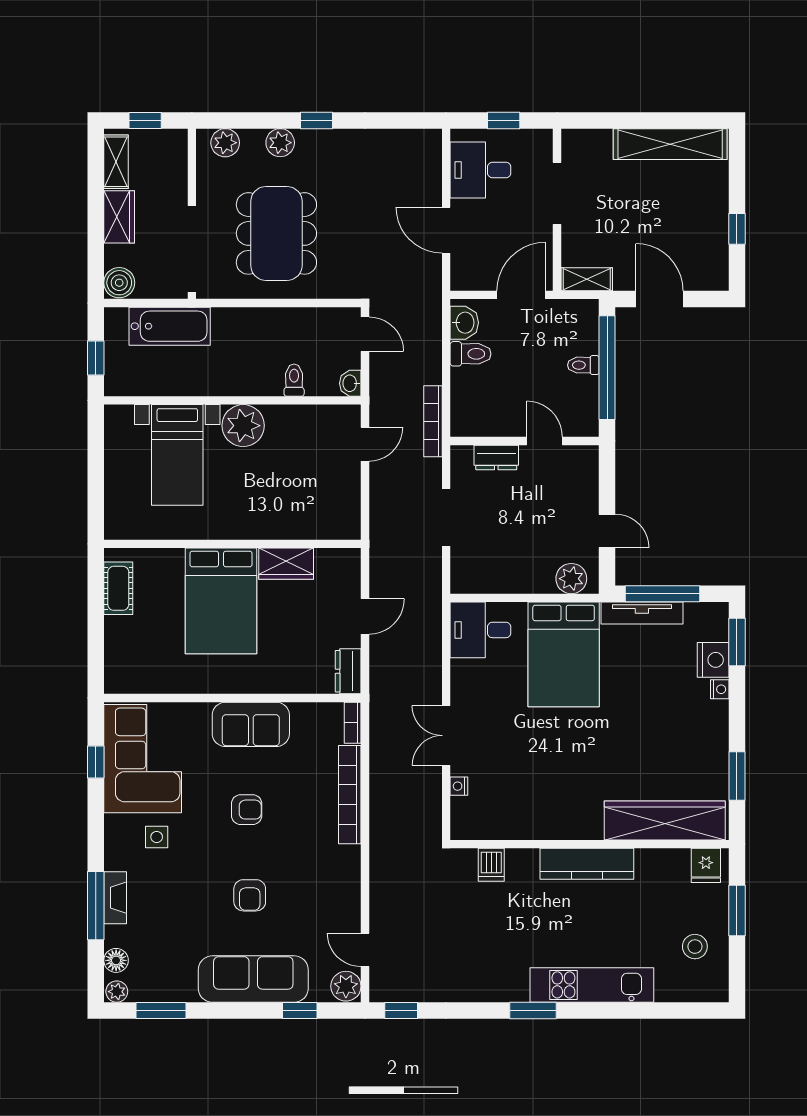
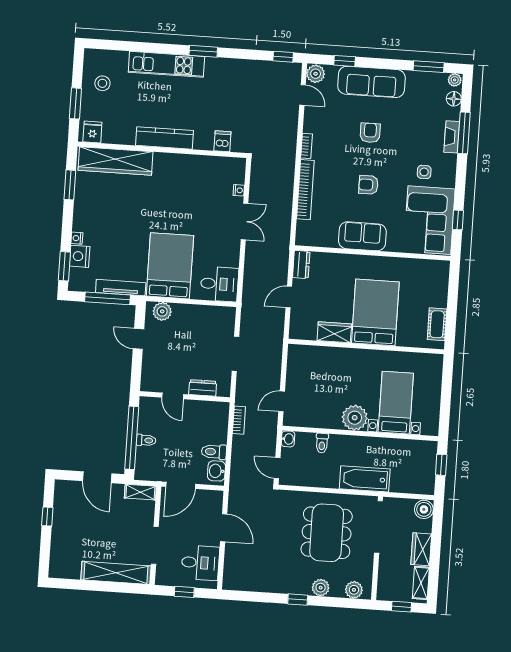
shelving: (670, 144) -> (116, 573), moved
bathtub: (170, 326) -> (365, 479), moved
bookcase: (433, 421) -> (239, 420), width x0.64
bookcase: (353, 723) -> (307, 146), moved

